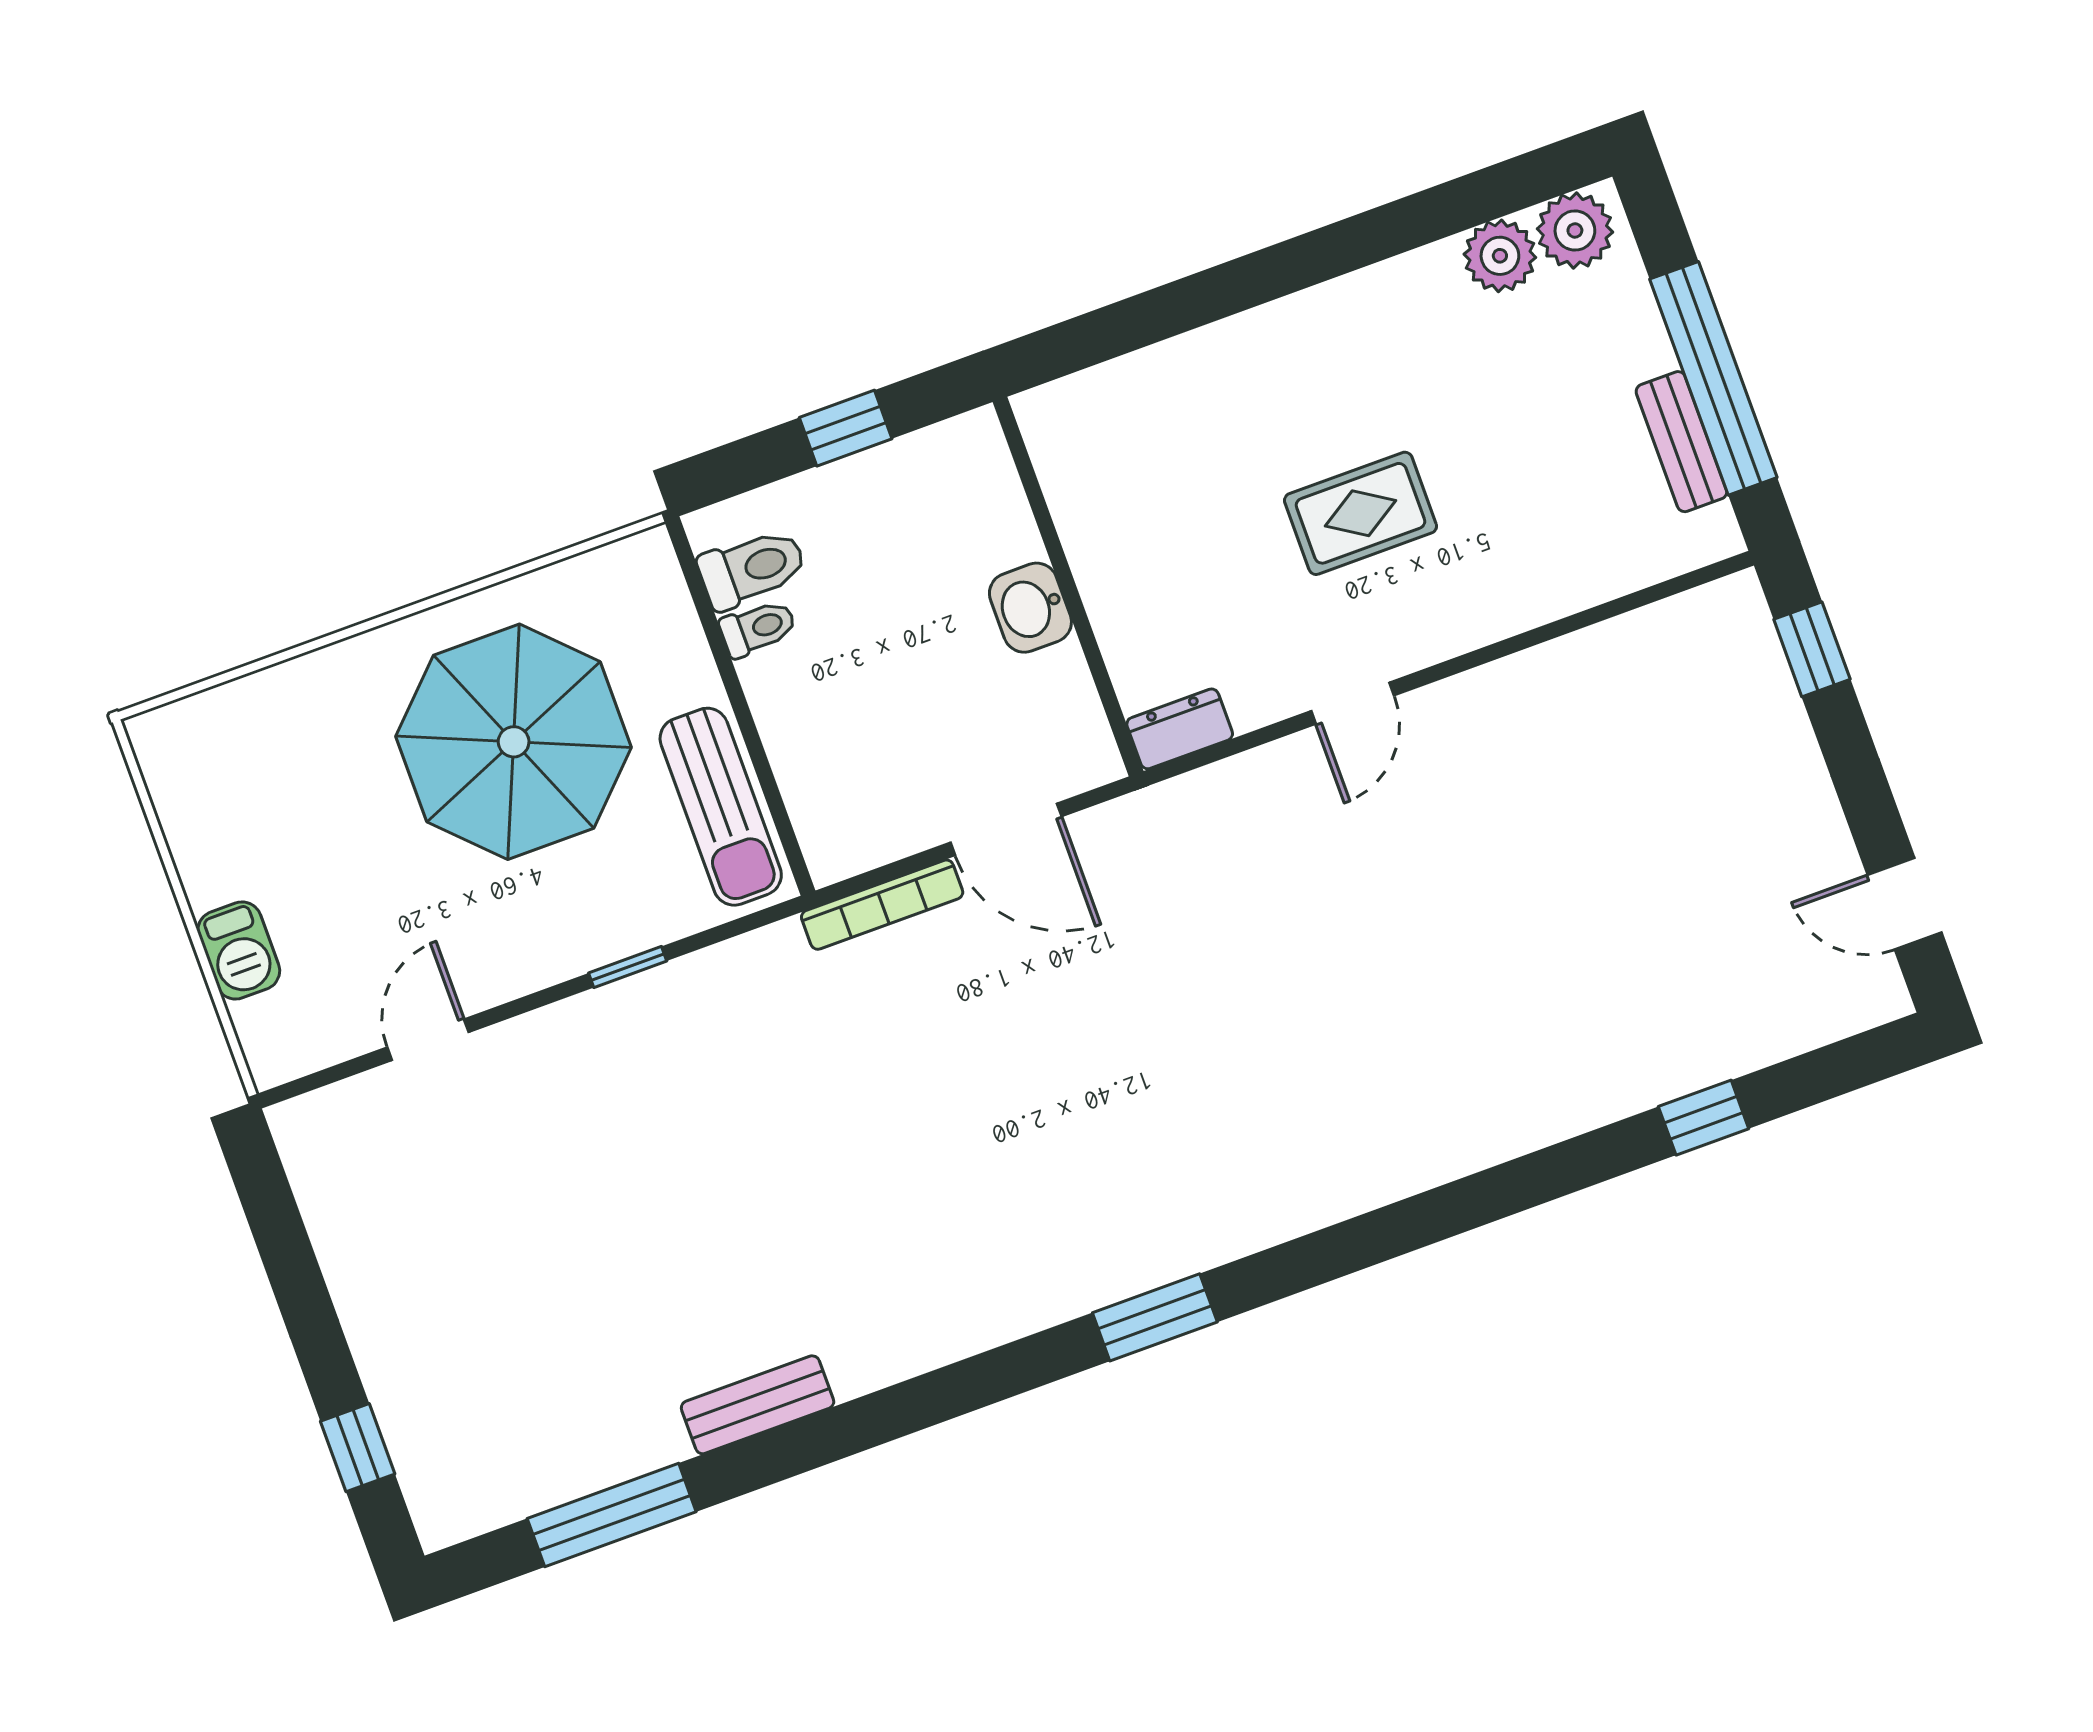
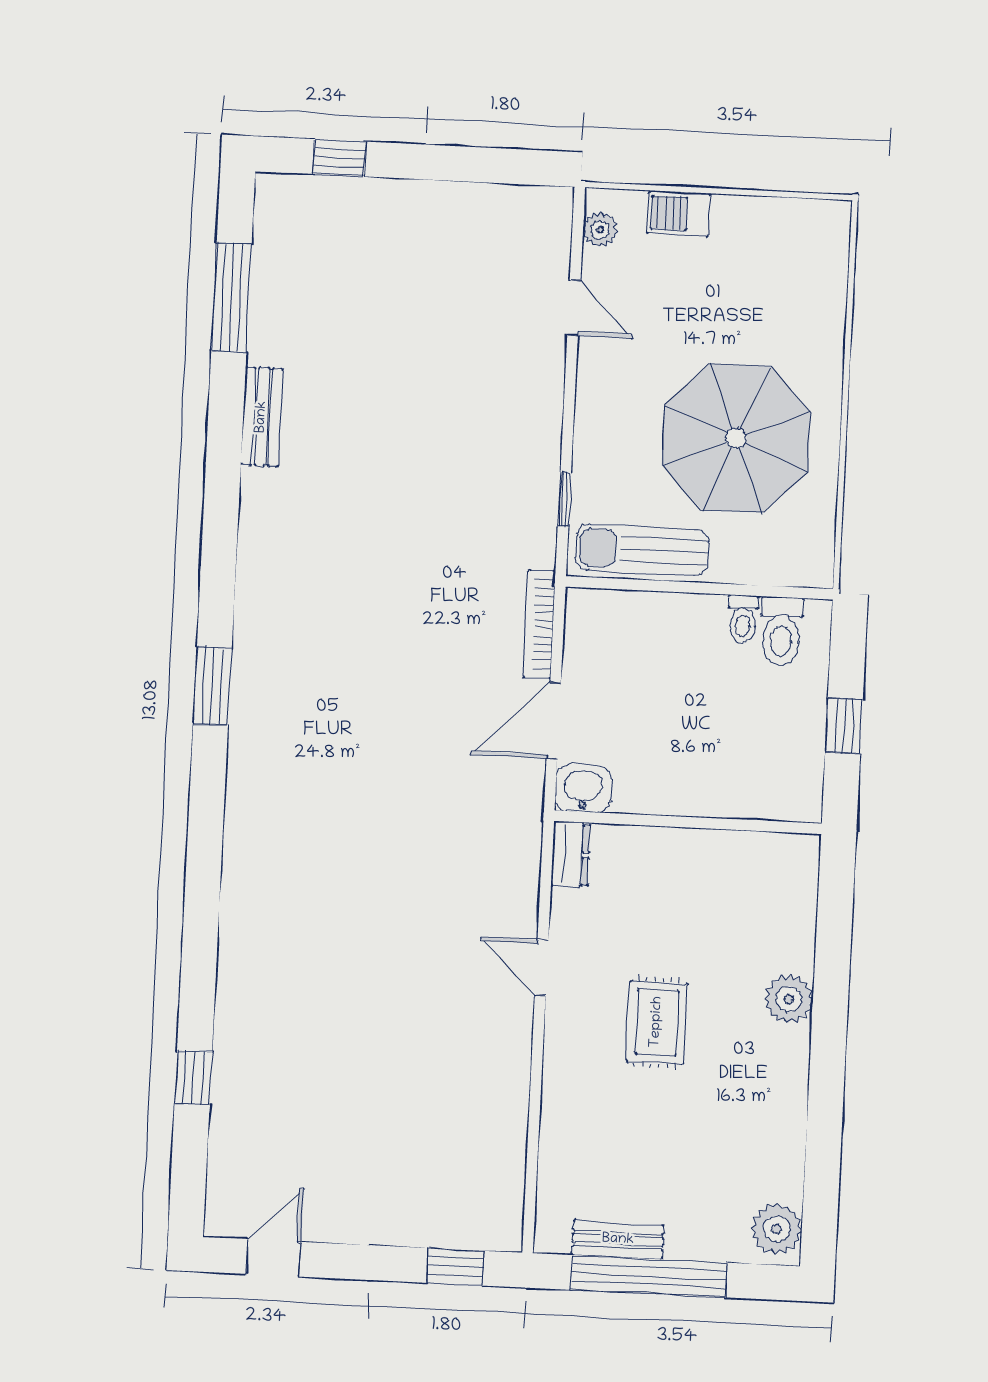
plant: (1500, 256) -> (789, 999), moved
washbasin: (1030, 608) -> (583, 788), moved
window: (628, 967) -> (564, 499), moved
plant: (306, 1049) -> (600, 230), added

